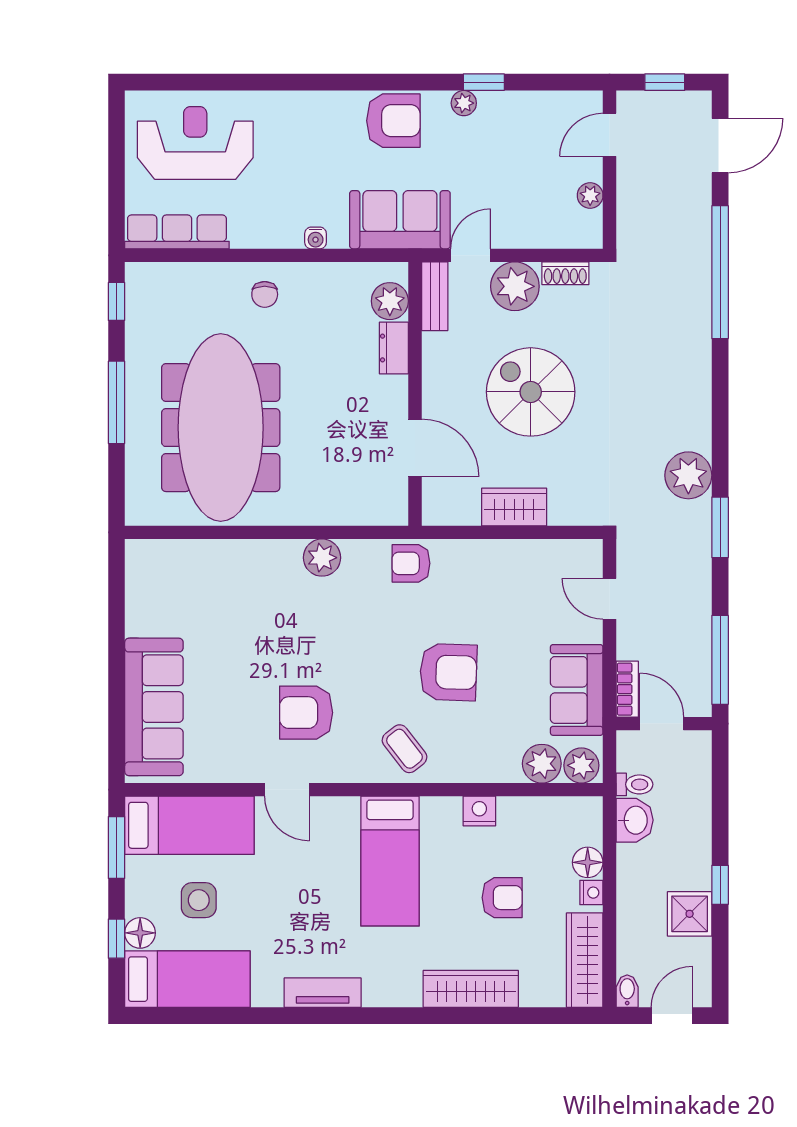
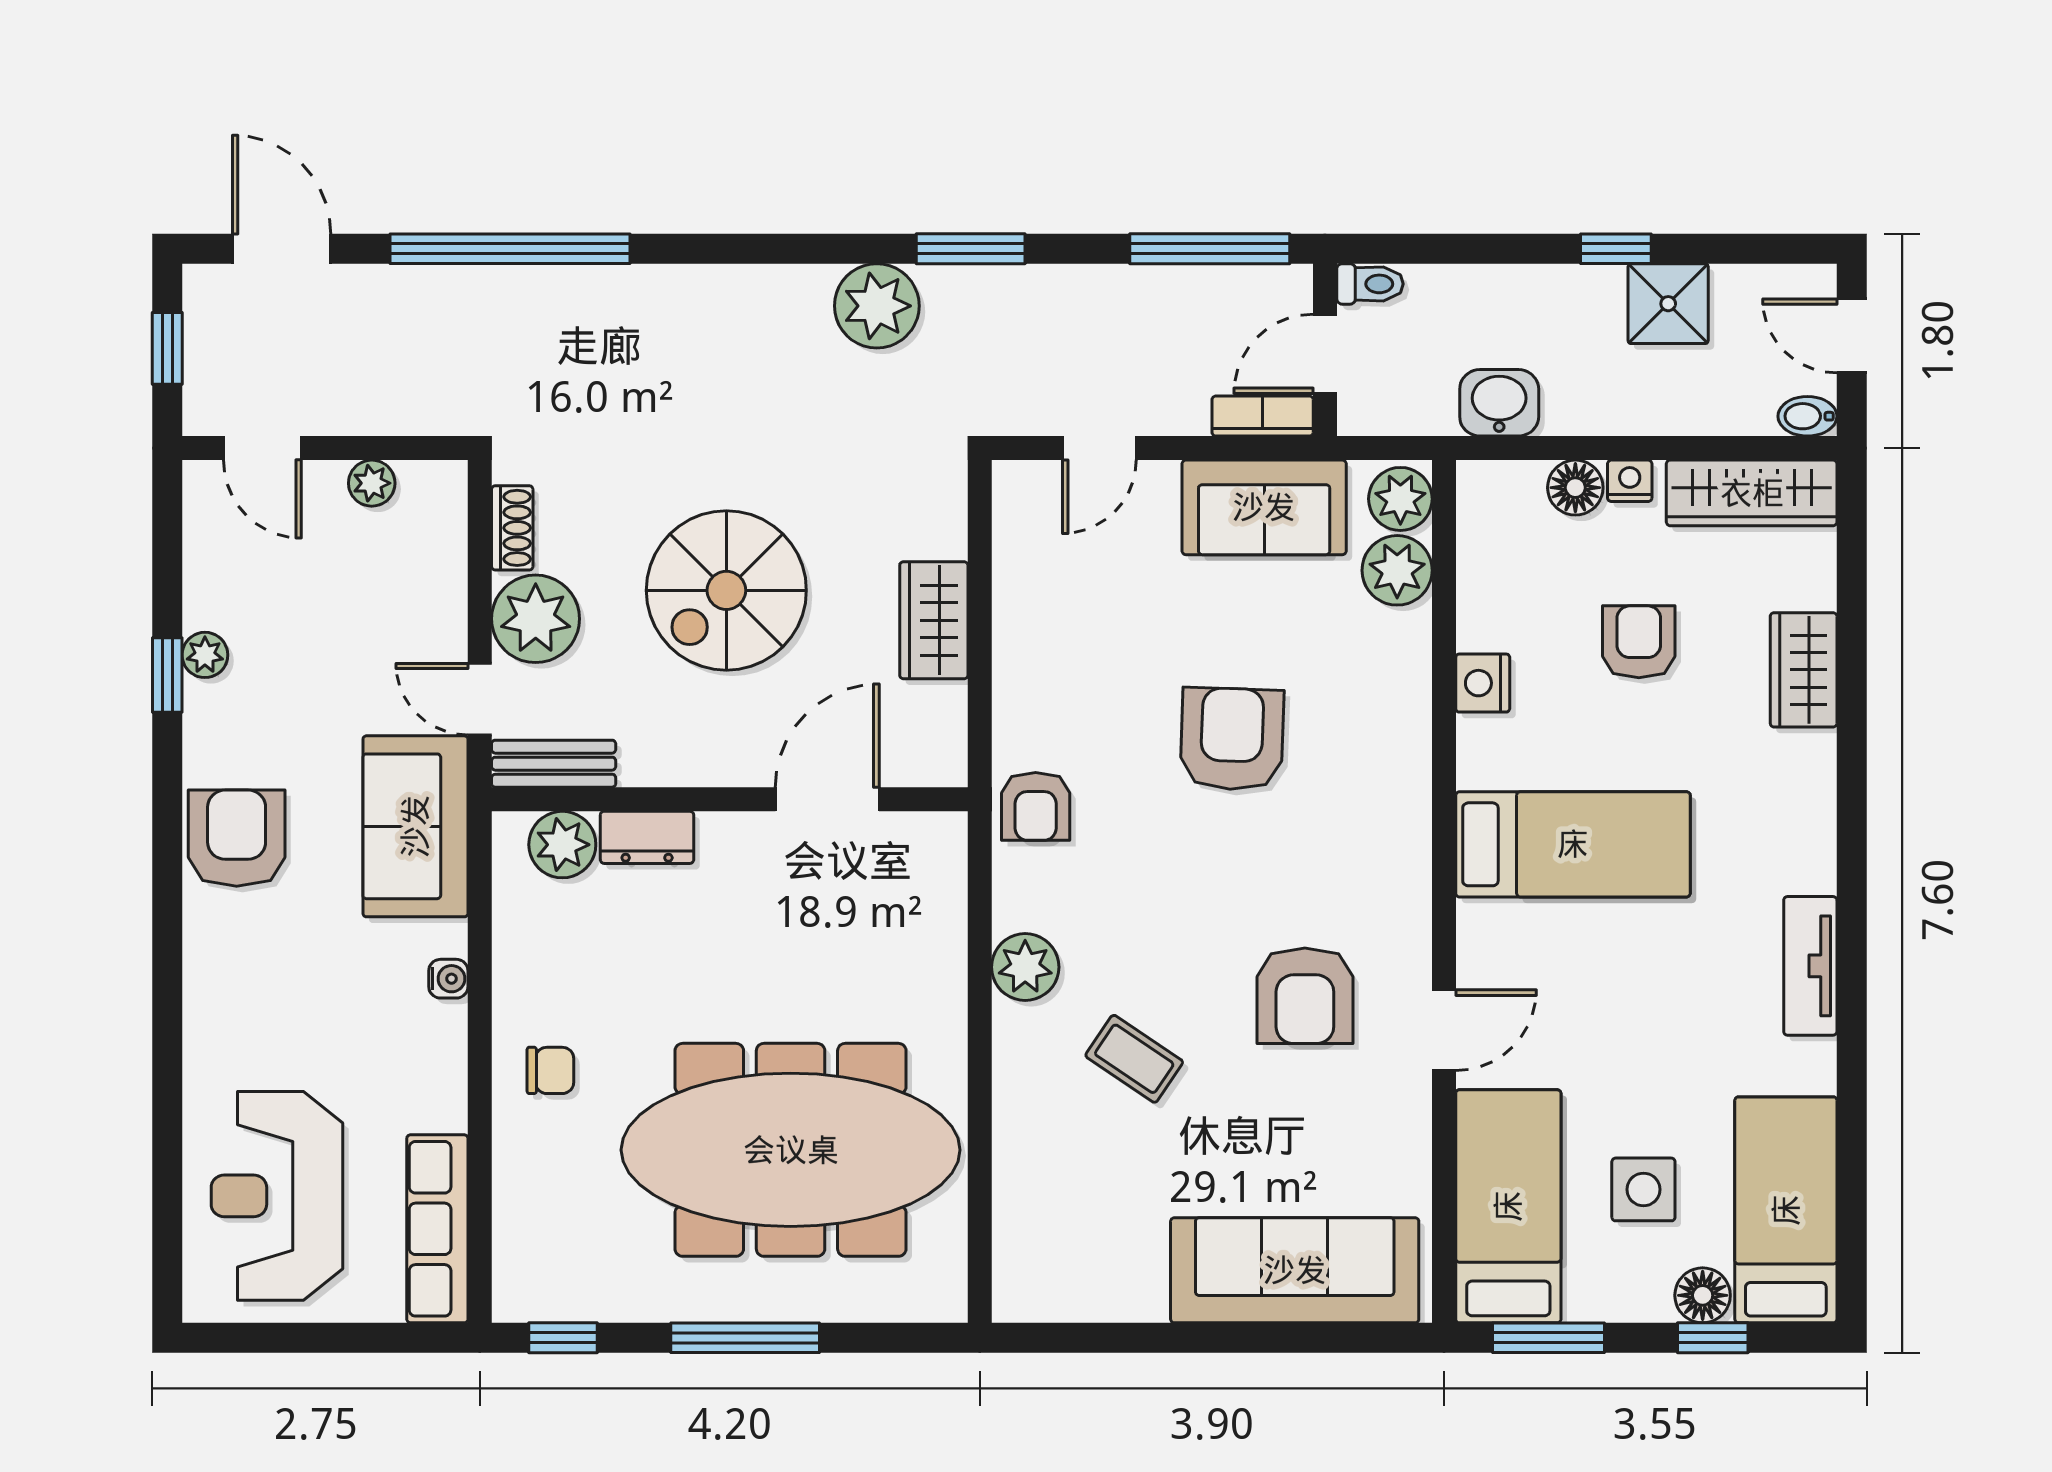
plant: (464, 103) -> (205, 655), moved
coffee table: (405, 749) -> (1134, 1059), moved, turned 72
toilet: (634, 784) -> (1370, 284), moved, turned 90
wardrobe: (471, 989) -> (1804, 670), width x0.67

